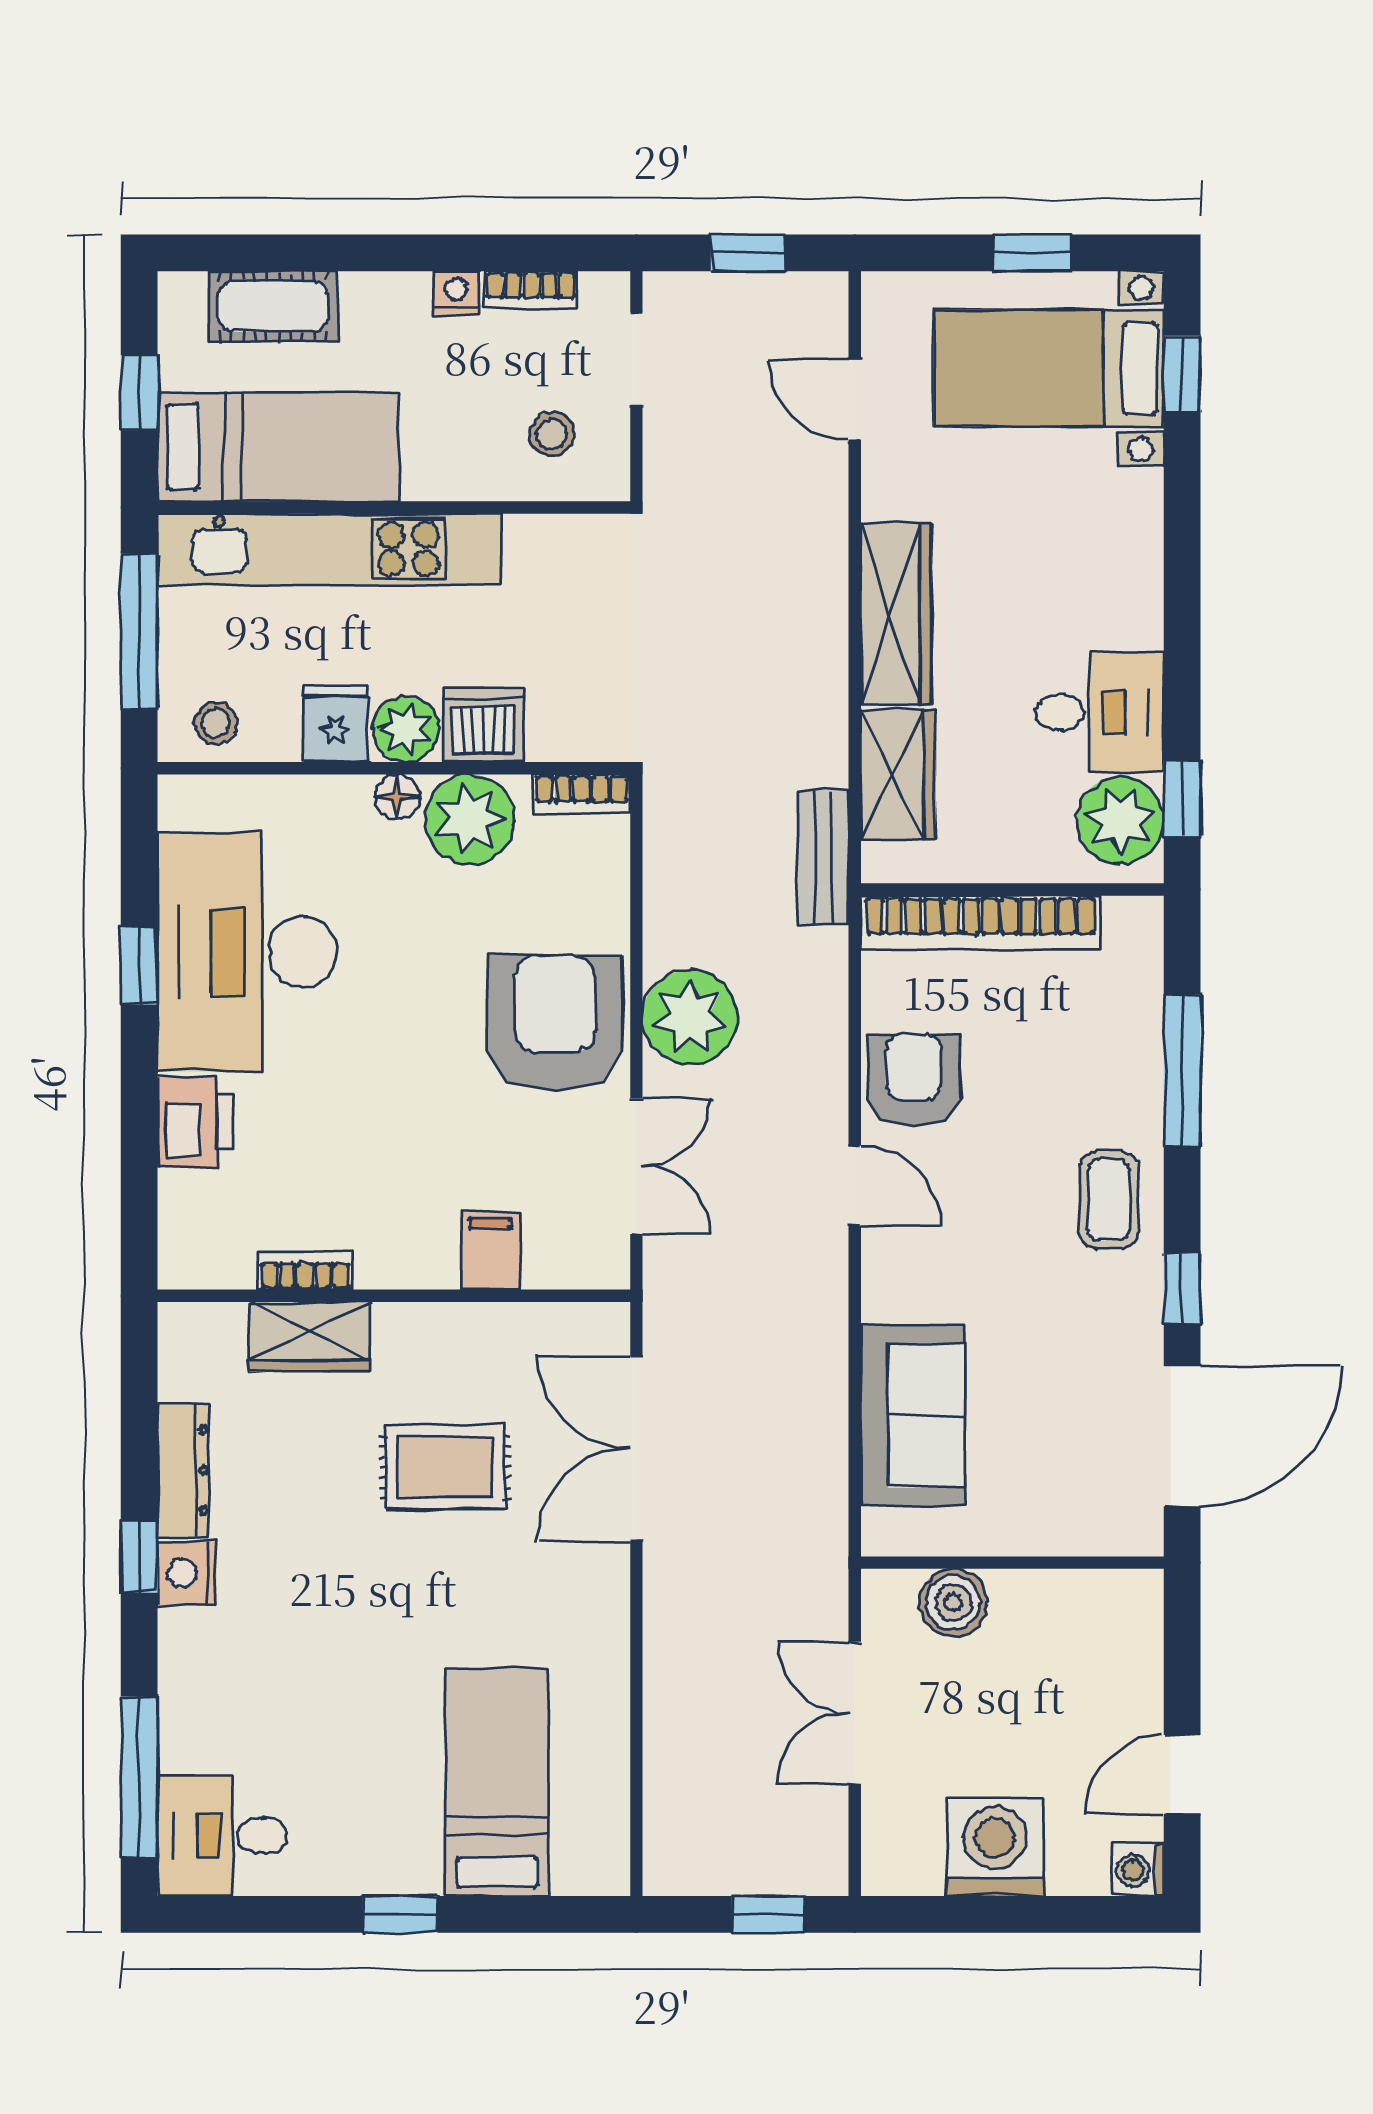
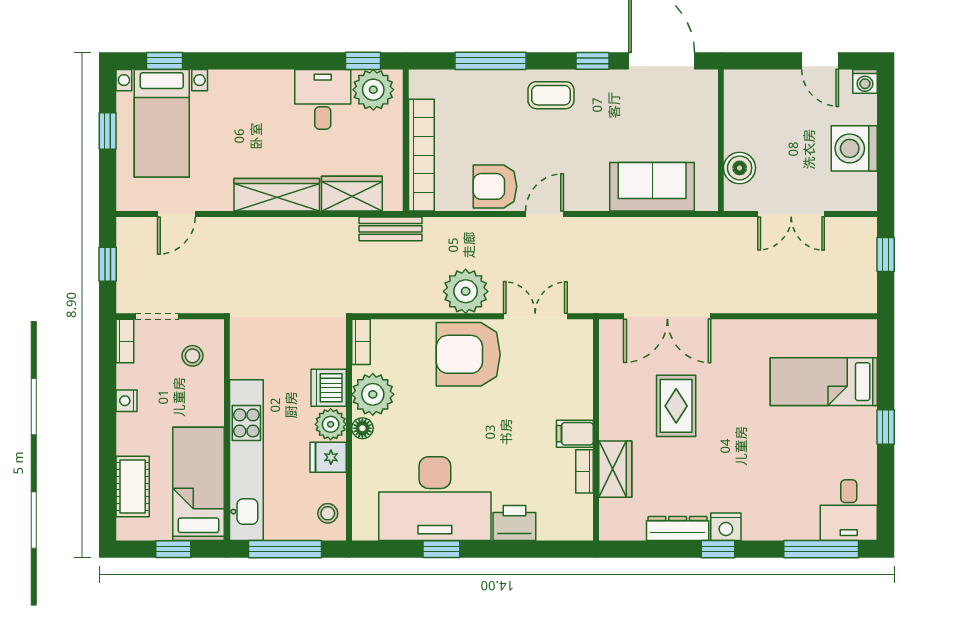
bookcase: (531, 290) -> (125, 341), moved
filing cabinet: (490, 1251) -> (575, 434), moved

